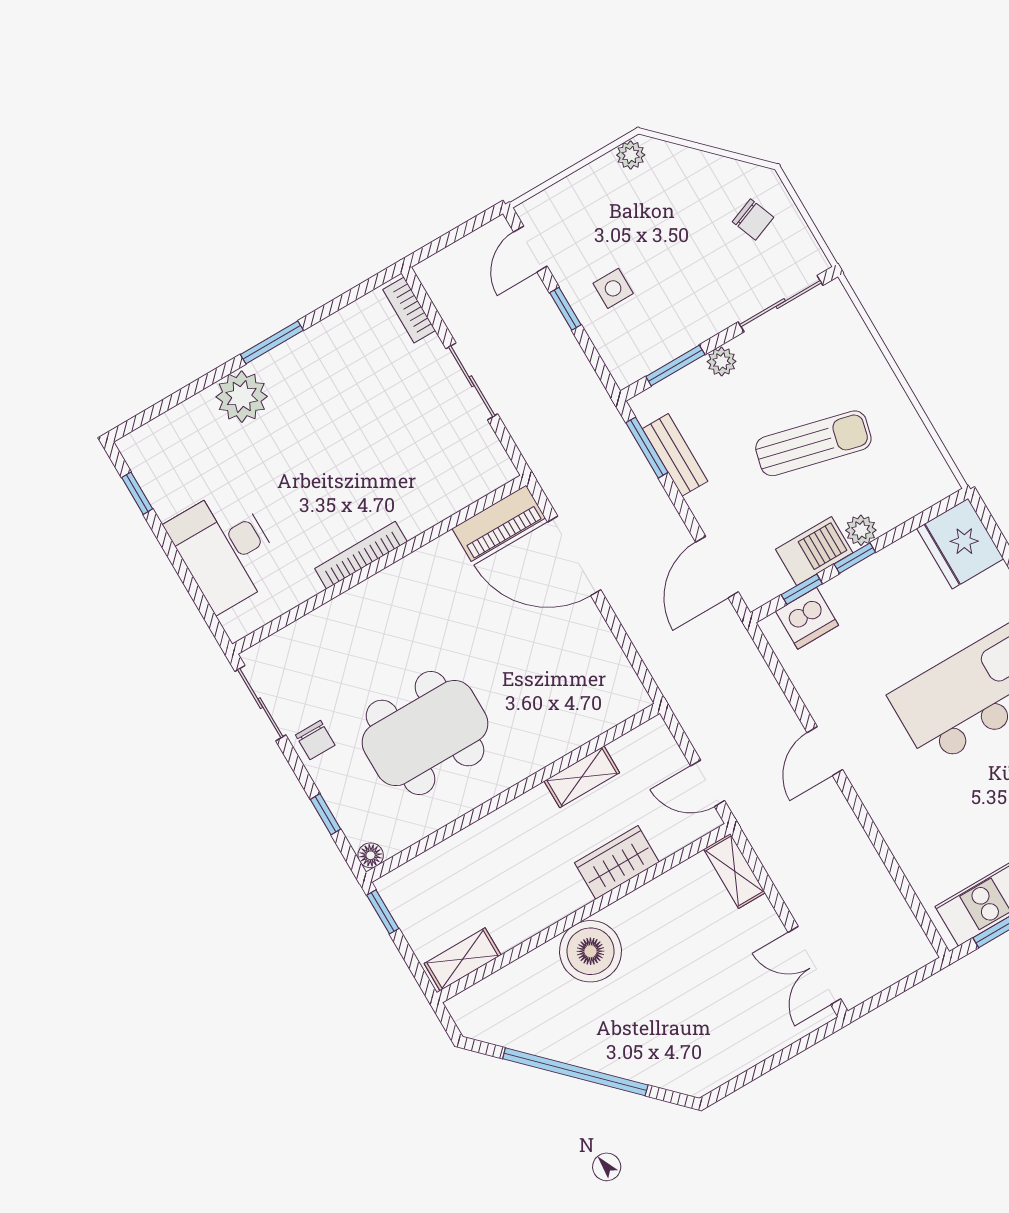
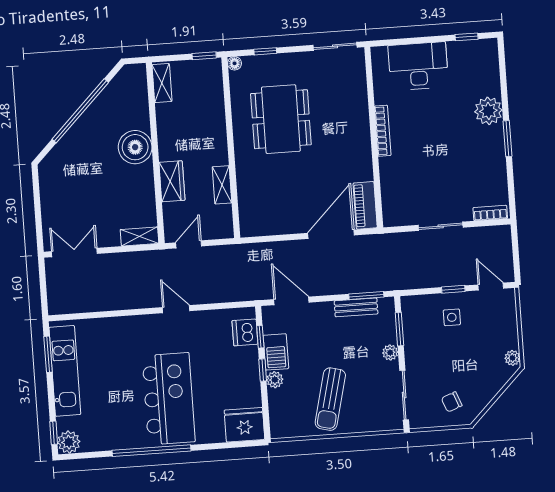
sun lounger: (813, 443) -> (330, 399), moved
chair: (315, 740) -> (304, 64), removed

